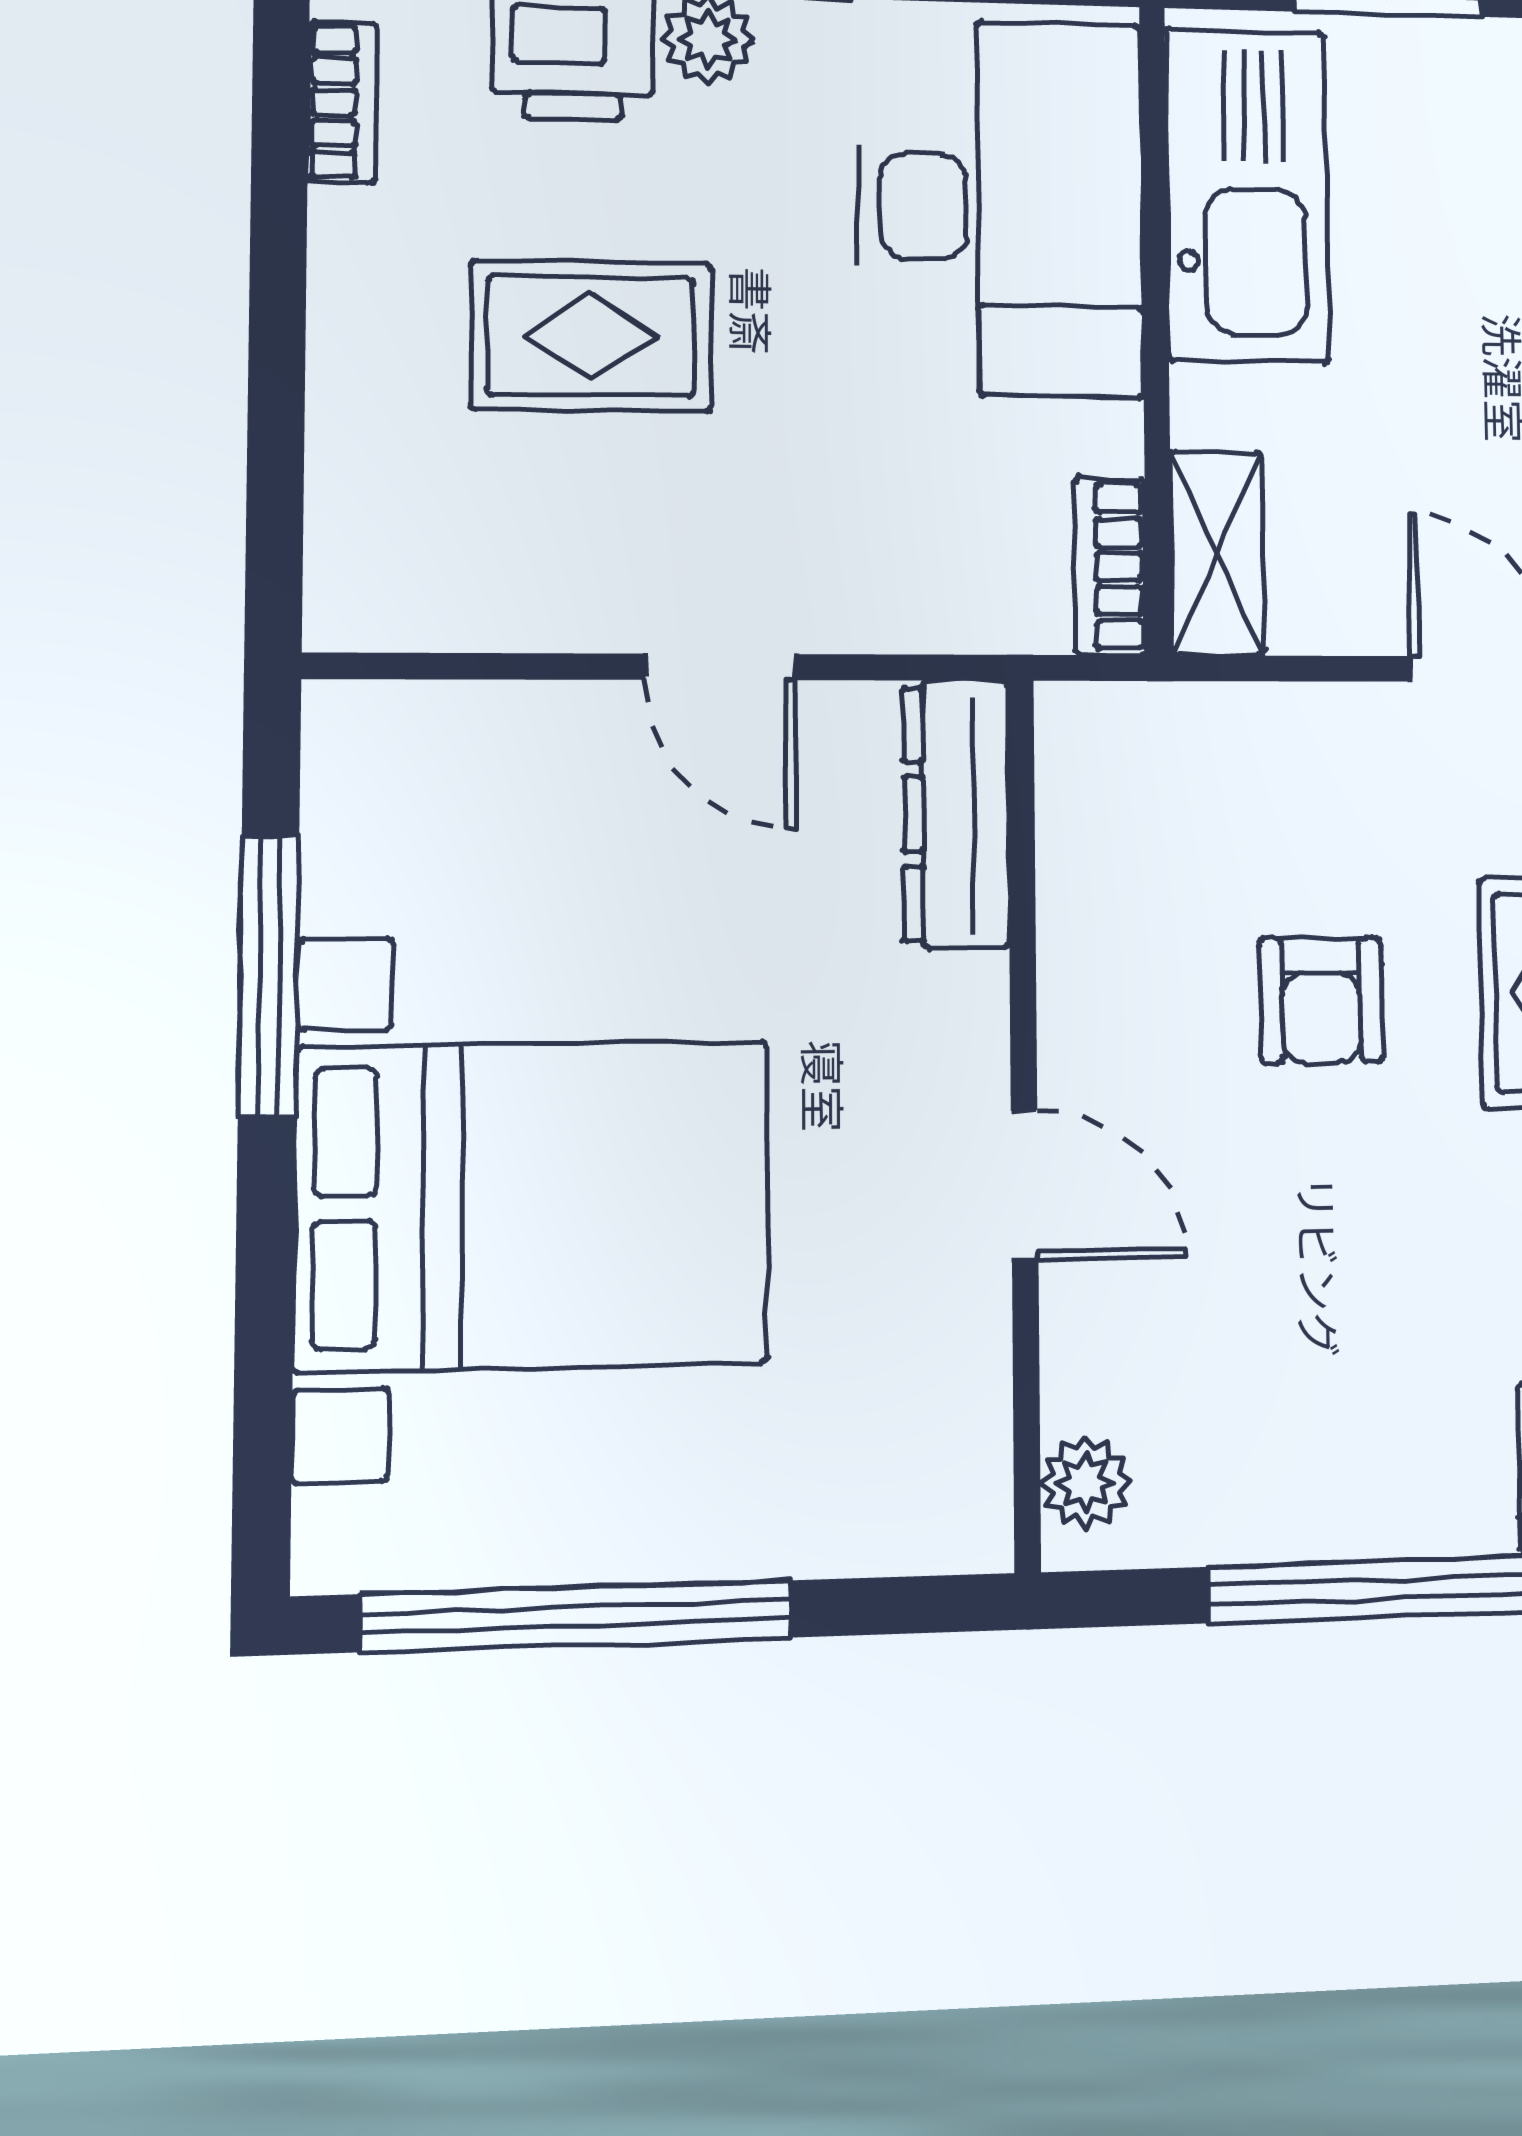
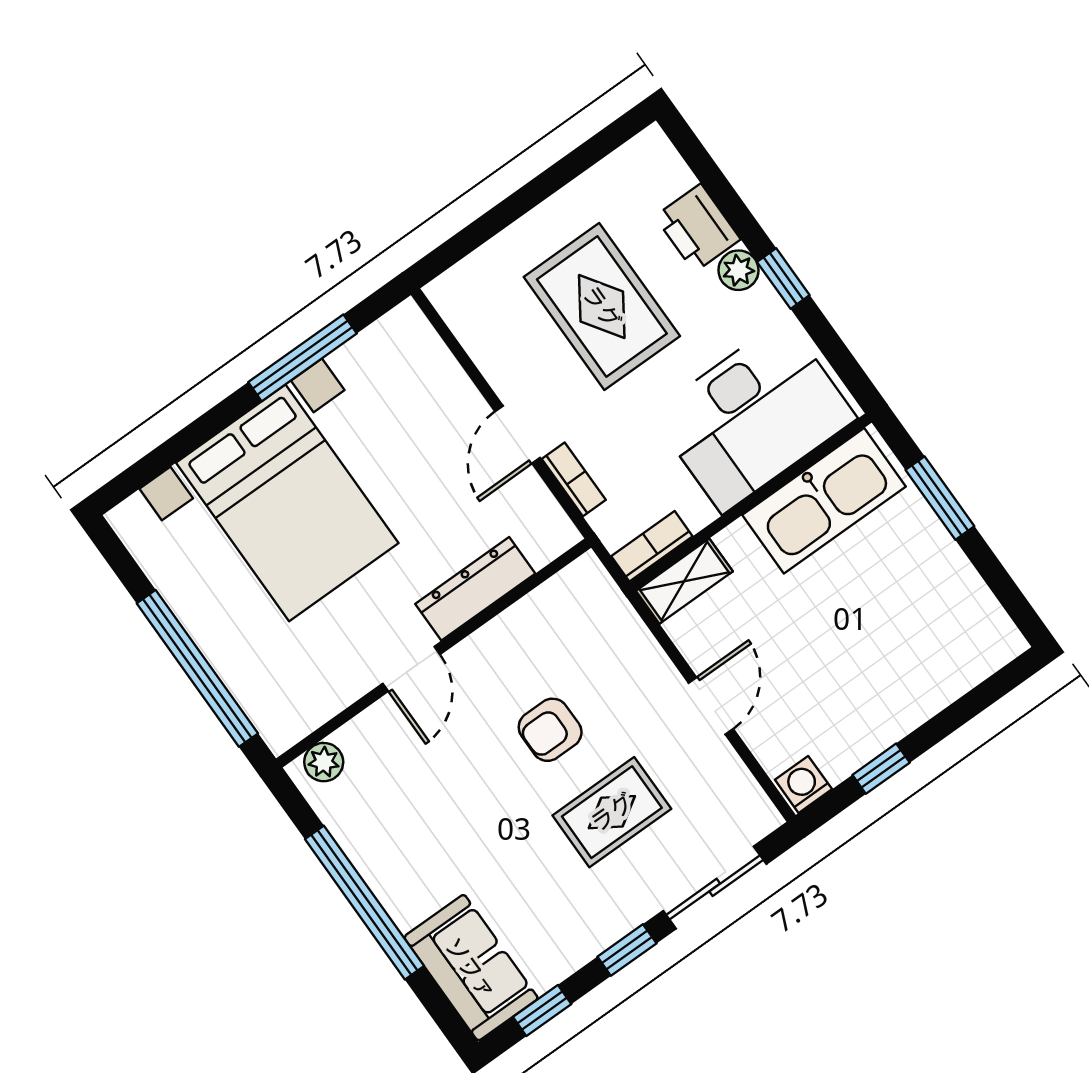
bookcase: (342, 102) -> (574, 479), moved, turned -90
rug: (591, 336) -> (602, 307), width x1.36, depth x1.43
dresser: (956, 814) -> (475, 589), moved
window: (577, 1616) -> (197, 668), moved

